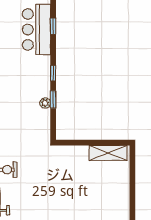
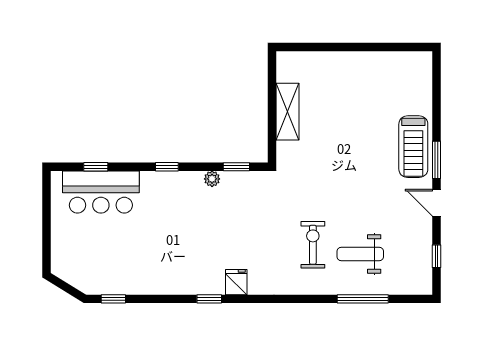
window: (53, 100) -> (236, 167), moved
shelving: (108, 153) -> (287, 112), moved

